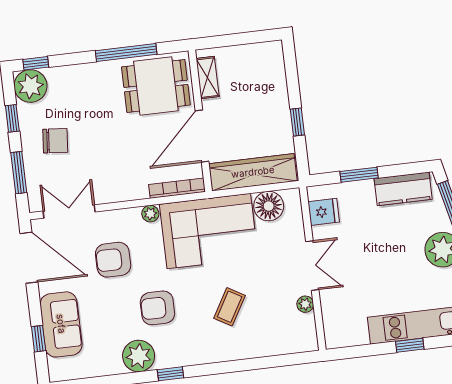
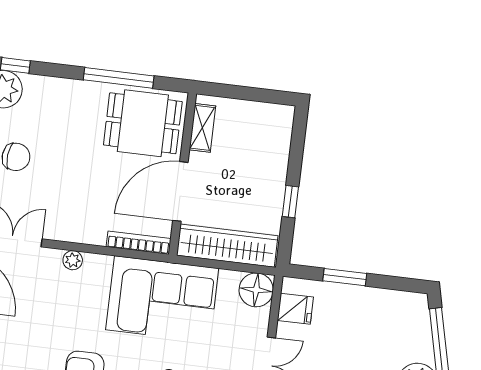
kitchen counter: (403, 189) -> (390, 305), removed
floor lamp: (269, 206) -> (256, 290), moved
plant: (150, 214) -> (73, 260), moved
armchair: (113, 260) -> (48, 305), removed

